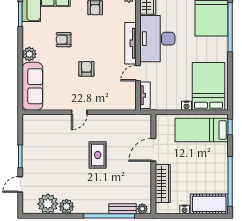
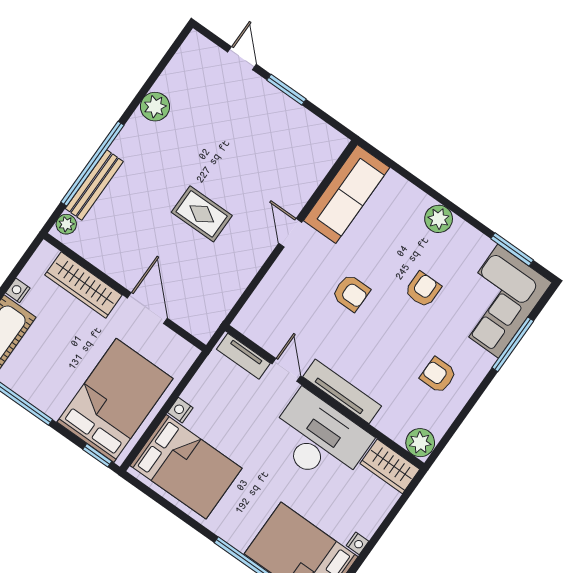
sofa: (32, 86) -> (347, 194), moved, turned -90
bed: (202, 130) -> (115, 400), width x1.50
plant: (48, 204) -> (180, 80), removed
bench: (122, 209) -> (94, 185), width x1.36

